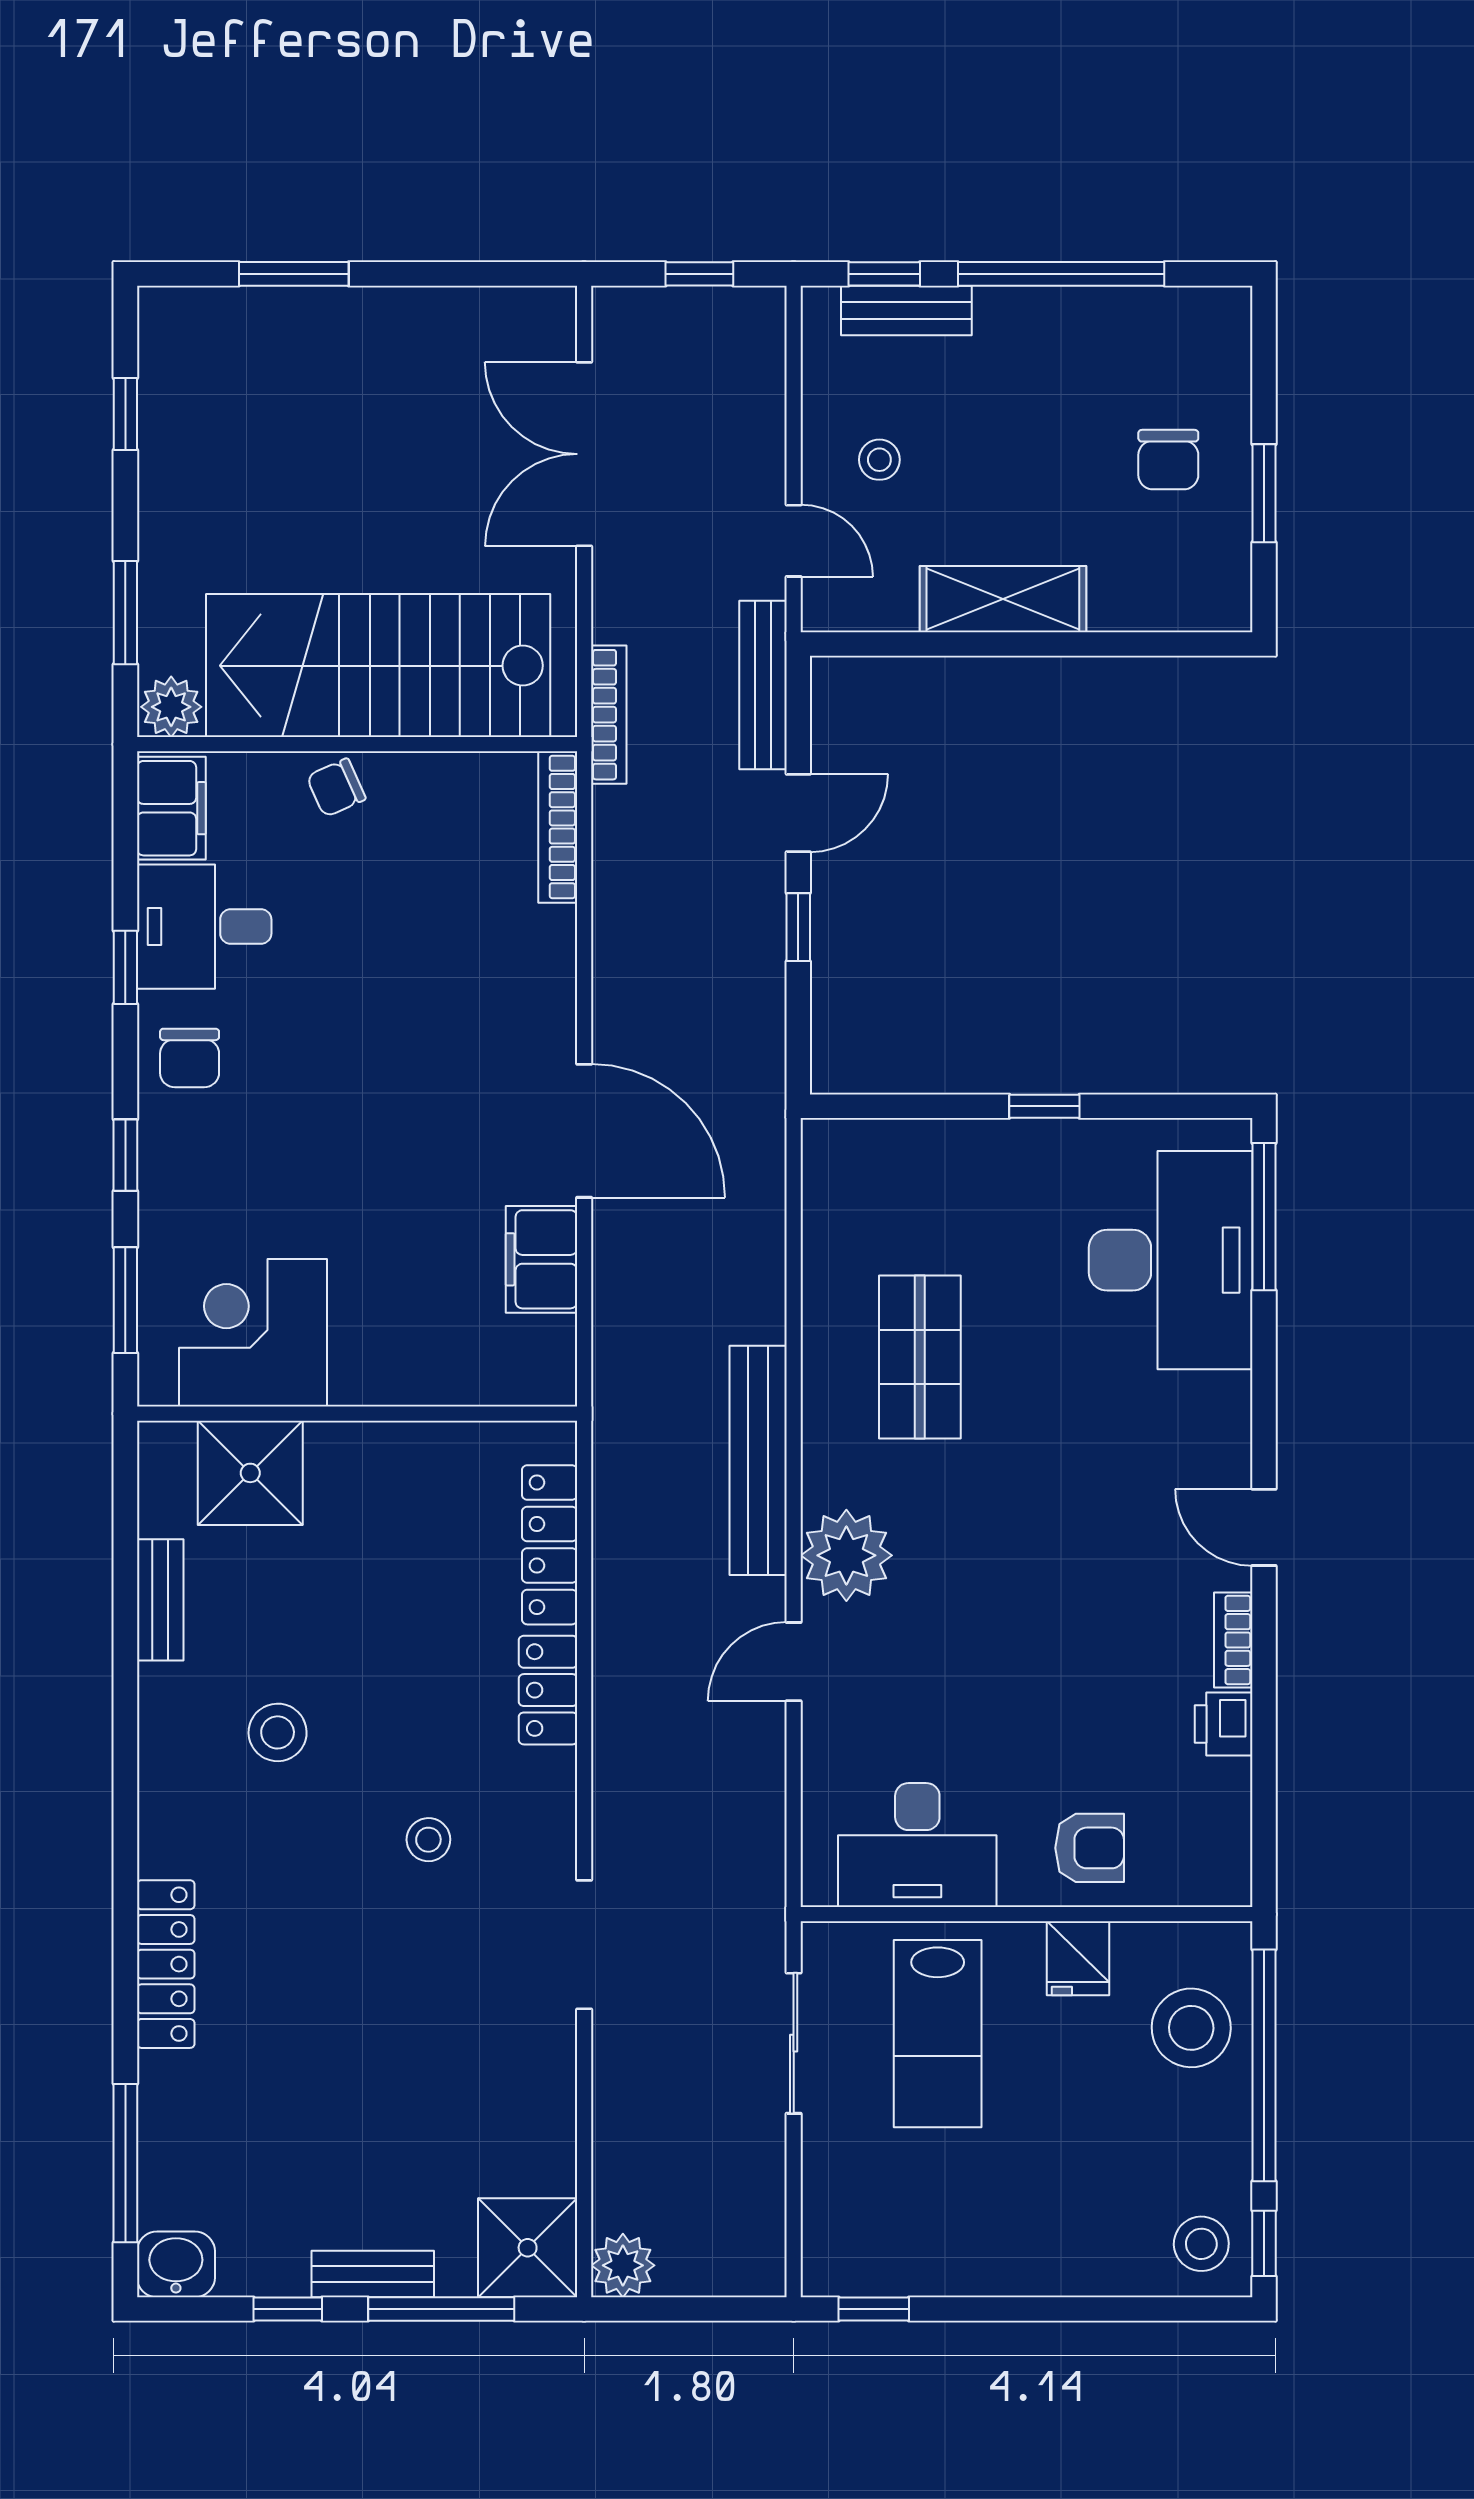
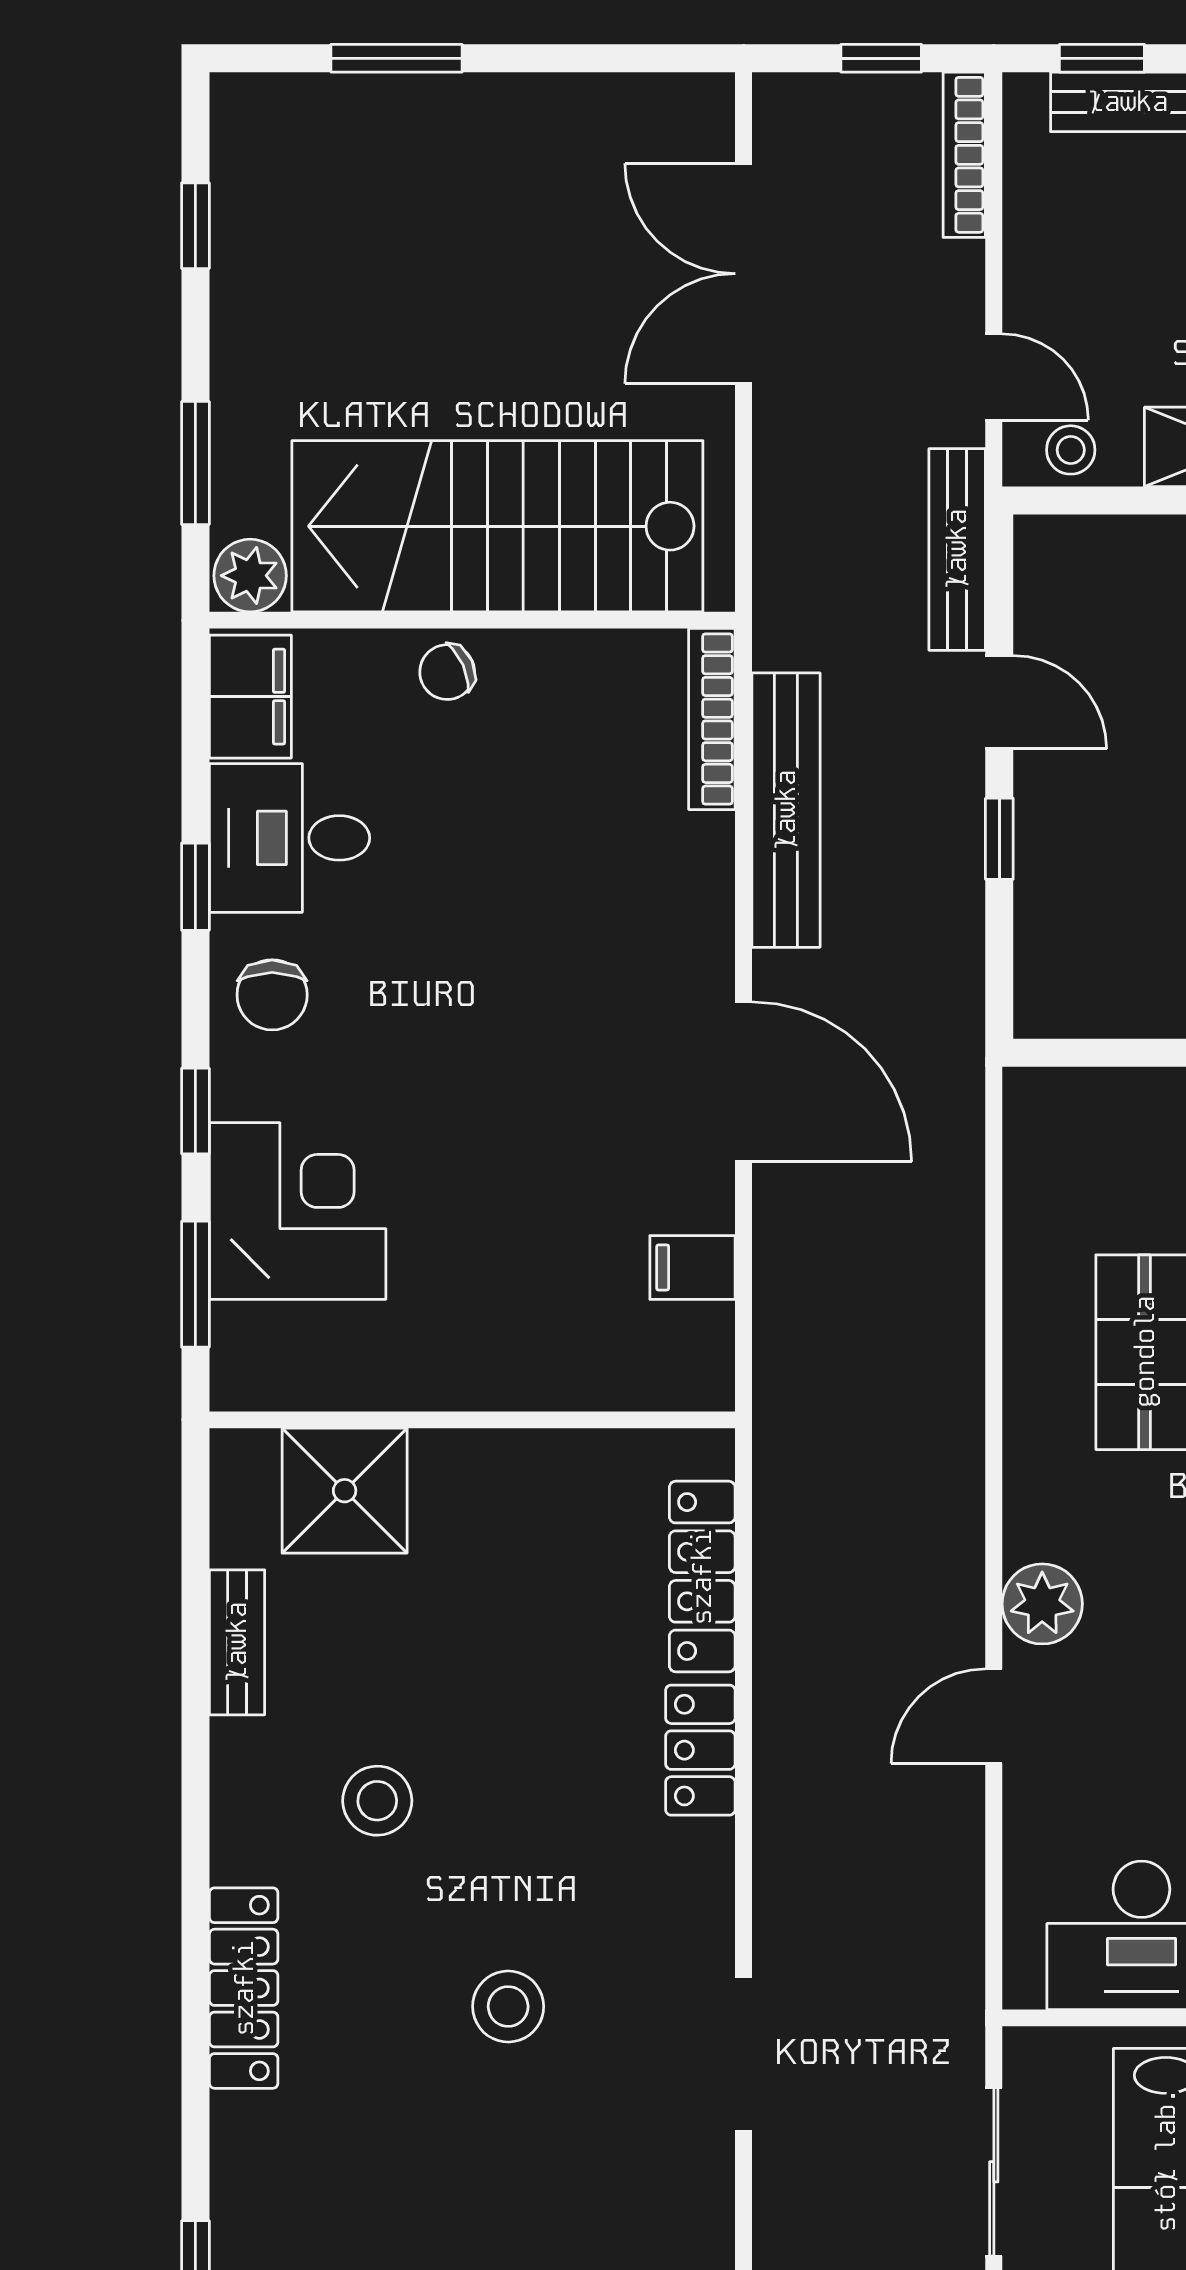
stool: (879, 460) -> (1071, 450), moved
bookcase: (609, 715) -> (964, 155), moved, turned 180
door: (798, 813) -> (999, 702), hinge flipped
filing cabinet: (541, 1259) -> (692, 1267), width x0.50
corner desk: (253, 1333) -> (298, 1211), moved, turned 90
bench: (758, 1460) -> (786, 810), moved
plant: (846, 1555) -> (1042, 1604), width x0.73, depth x0.73
stool: (428, 1840) -> (508, 2007), moved, width x1.37, depth x1.37
locker: (166, 1964) -> (244, 1988), moved

